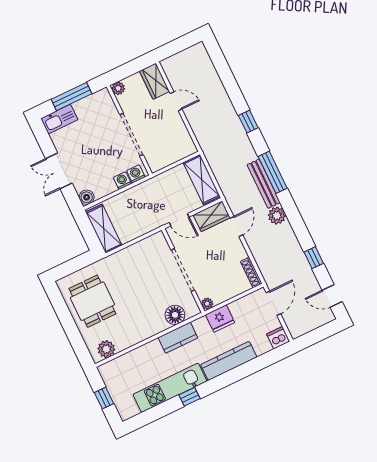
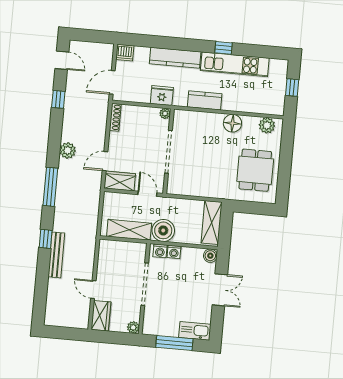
shelving: (202, 180) -> (129, 230), moved, turned 90
bench: (264, 184) -> (56, 255), moved
boiler: (144, 195) -> (163, 230), added
floor lamp: (175, 315) -> (232, 123), moved

